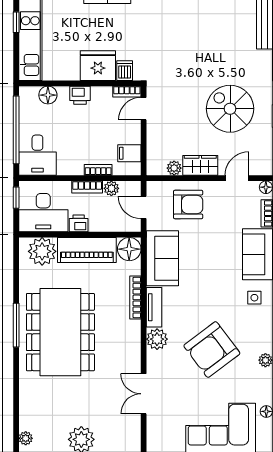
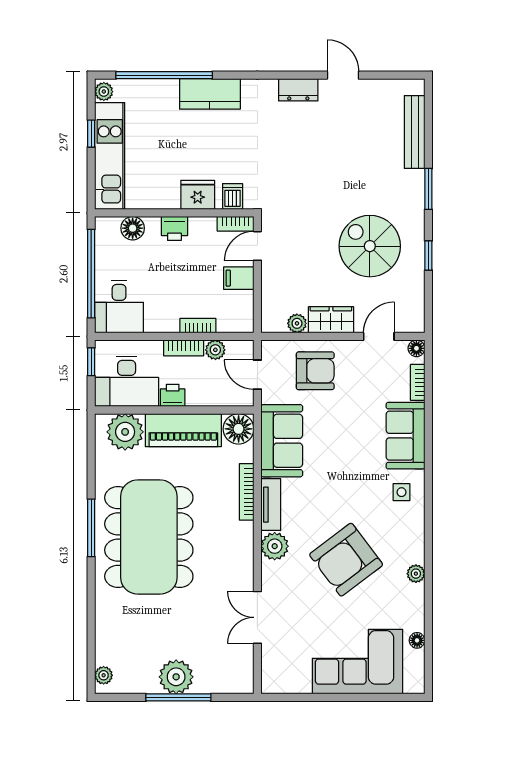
fridge: (98, 66) -> (198, 195), width x0.73, depth x0.75
filing cabinet: (129, 153) -> (239, 278), moved

